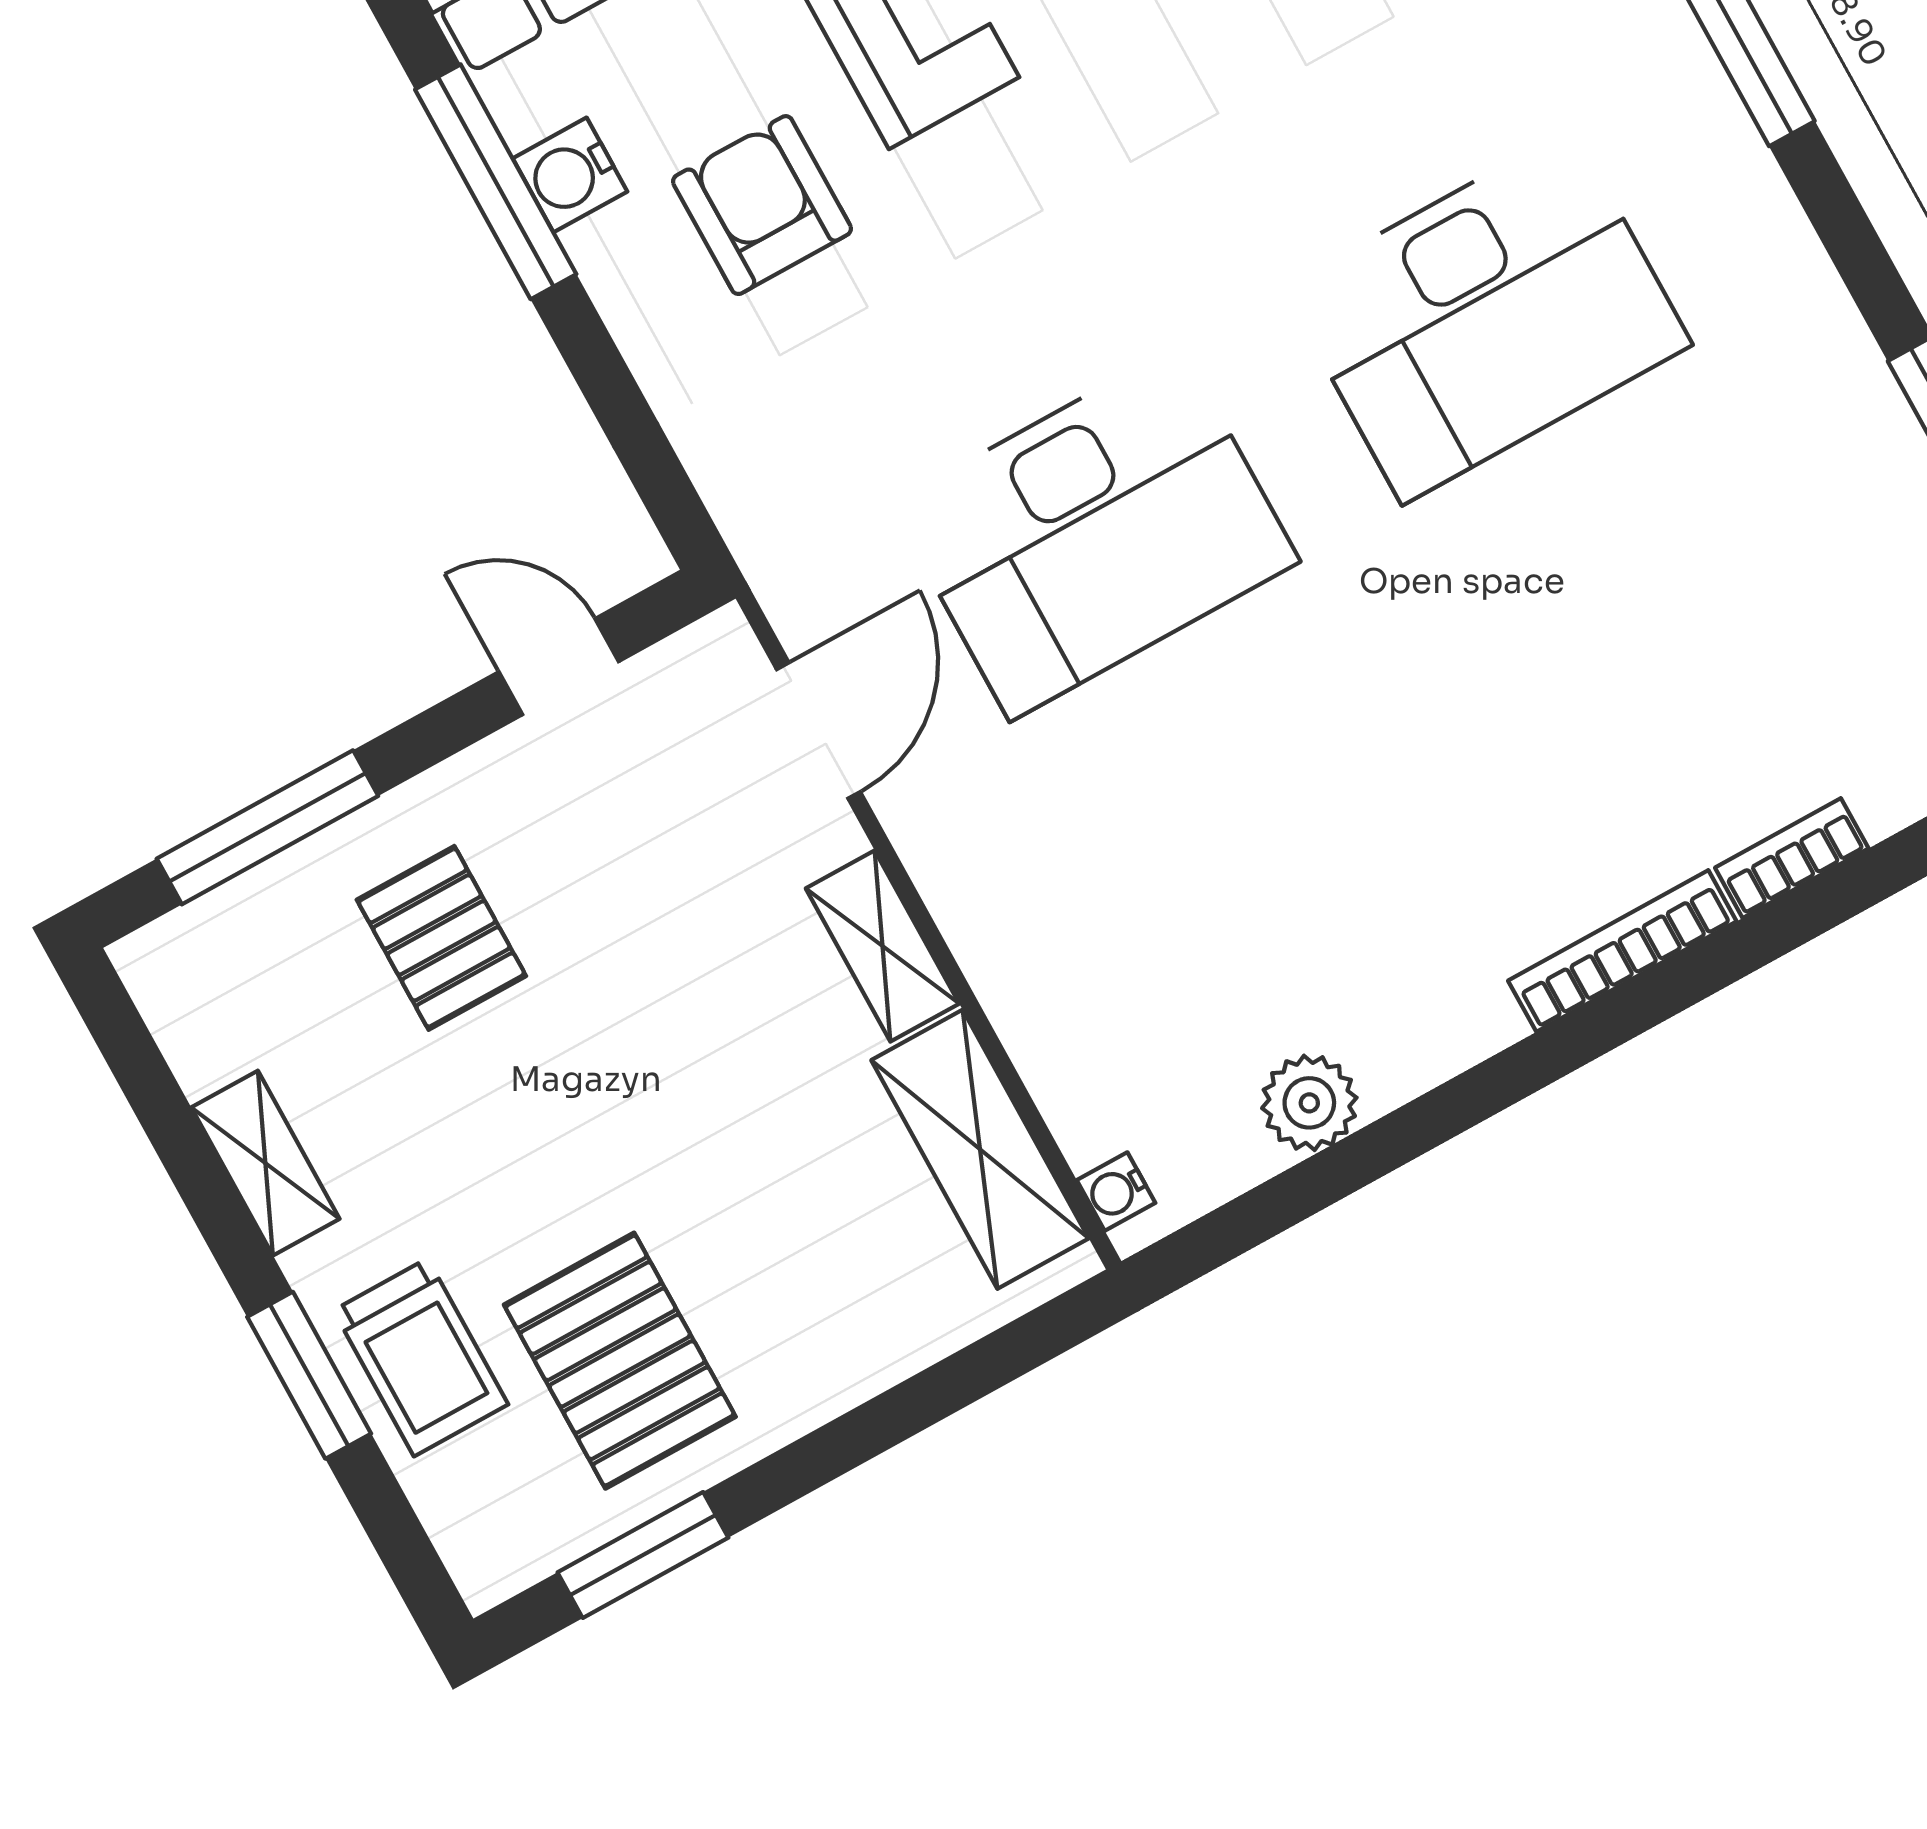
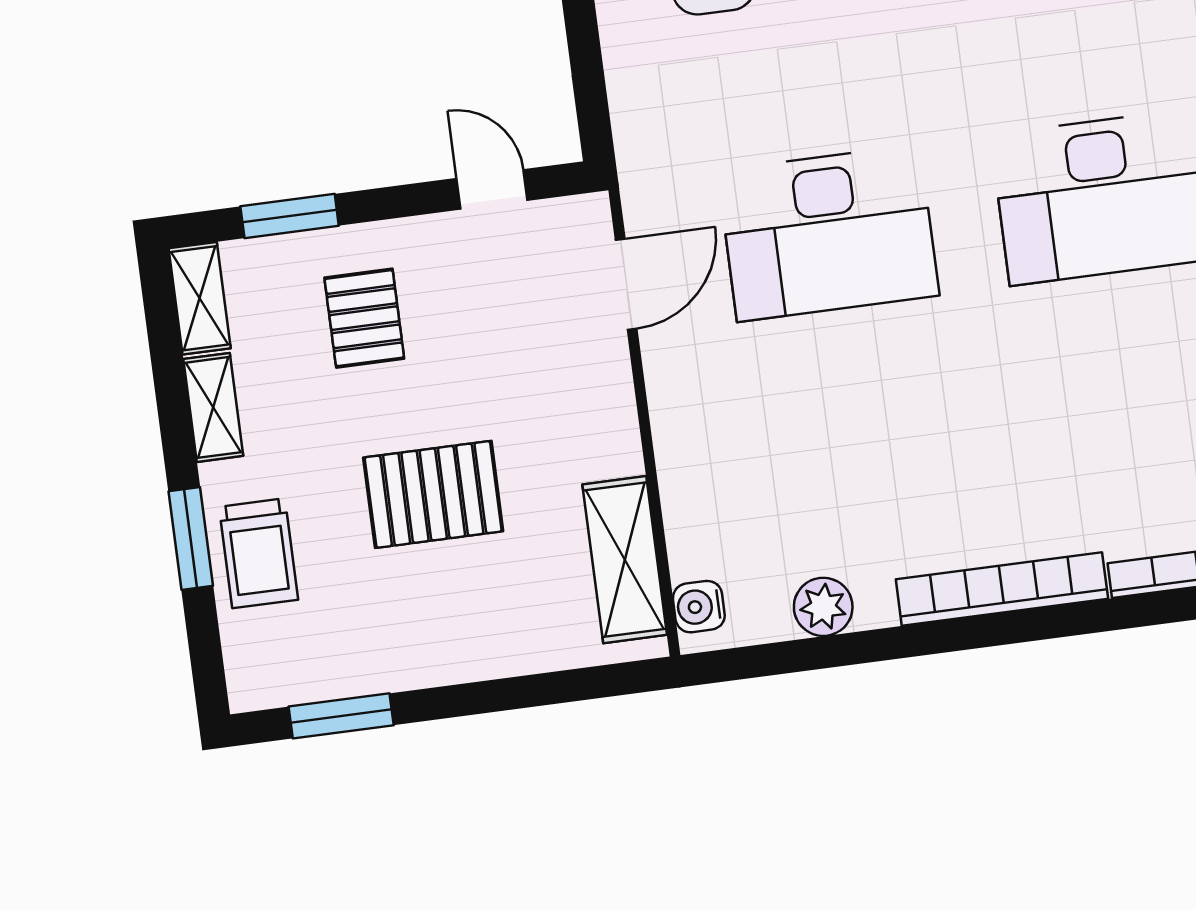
window: (267, 827) -> (290, 216), width x0.69
shelving: (882, 946) -> (200, 298), moved
bookcase: (1622, 951) -> (1002, 589), width x1.48, depth x1.31
water cooler: (1116, 1192) -> (699, 607), width x1.38, depth x1.38
pallet: (620, 1361) -> (433, 494), moved, turned 90

